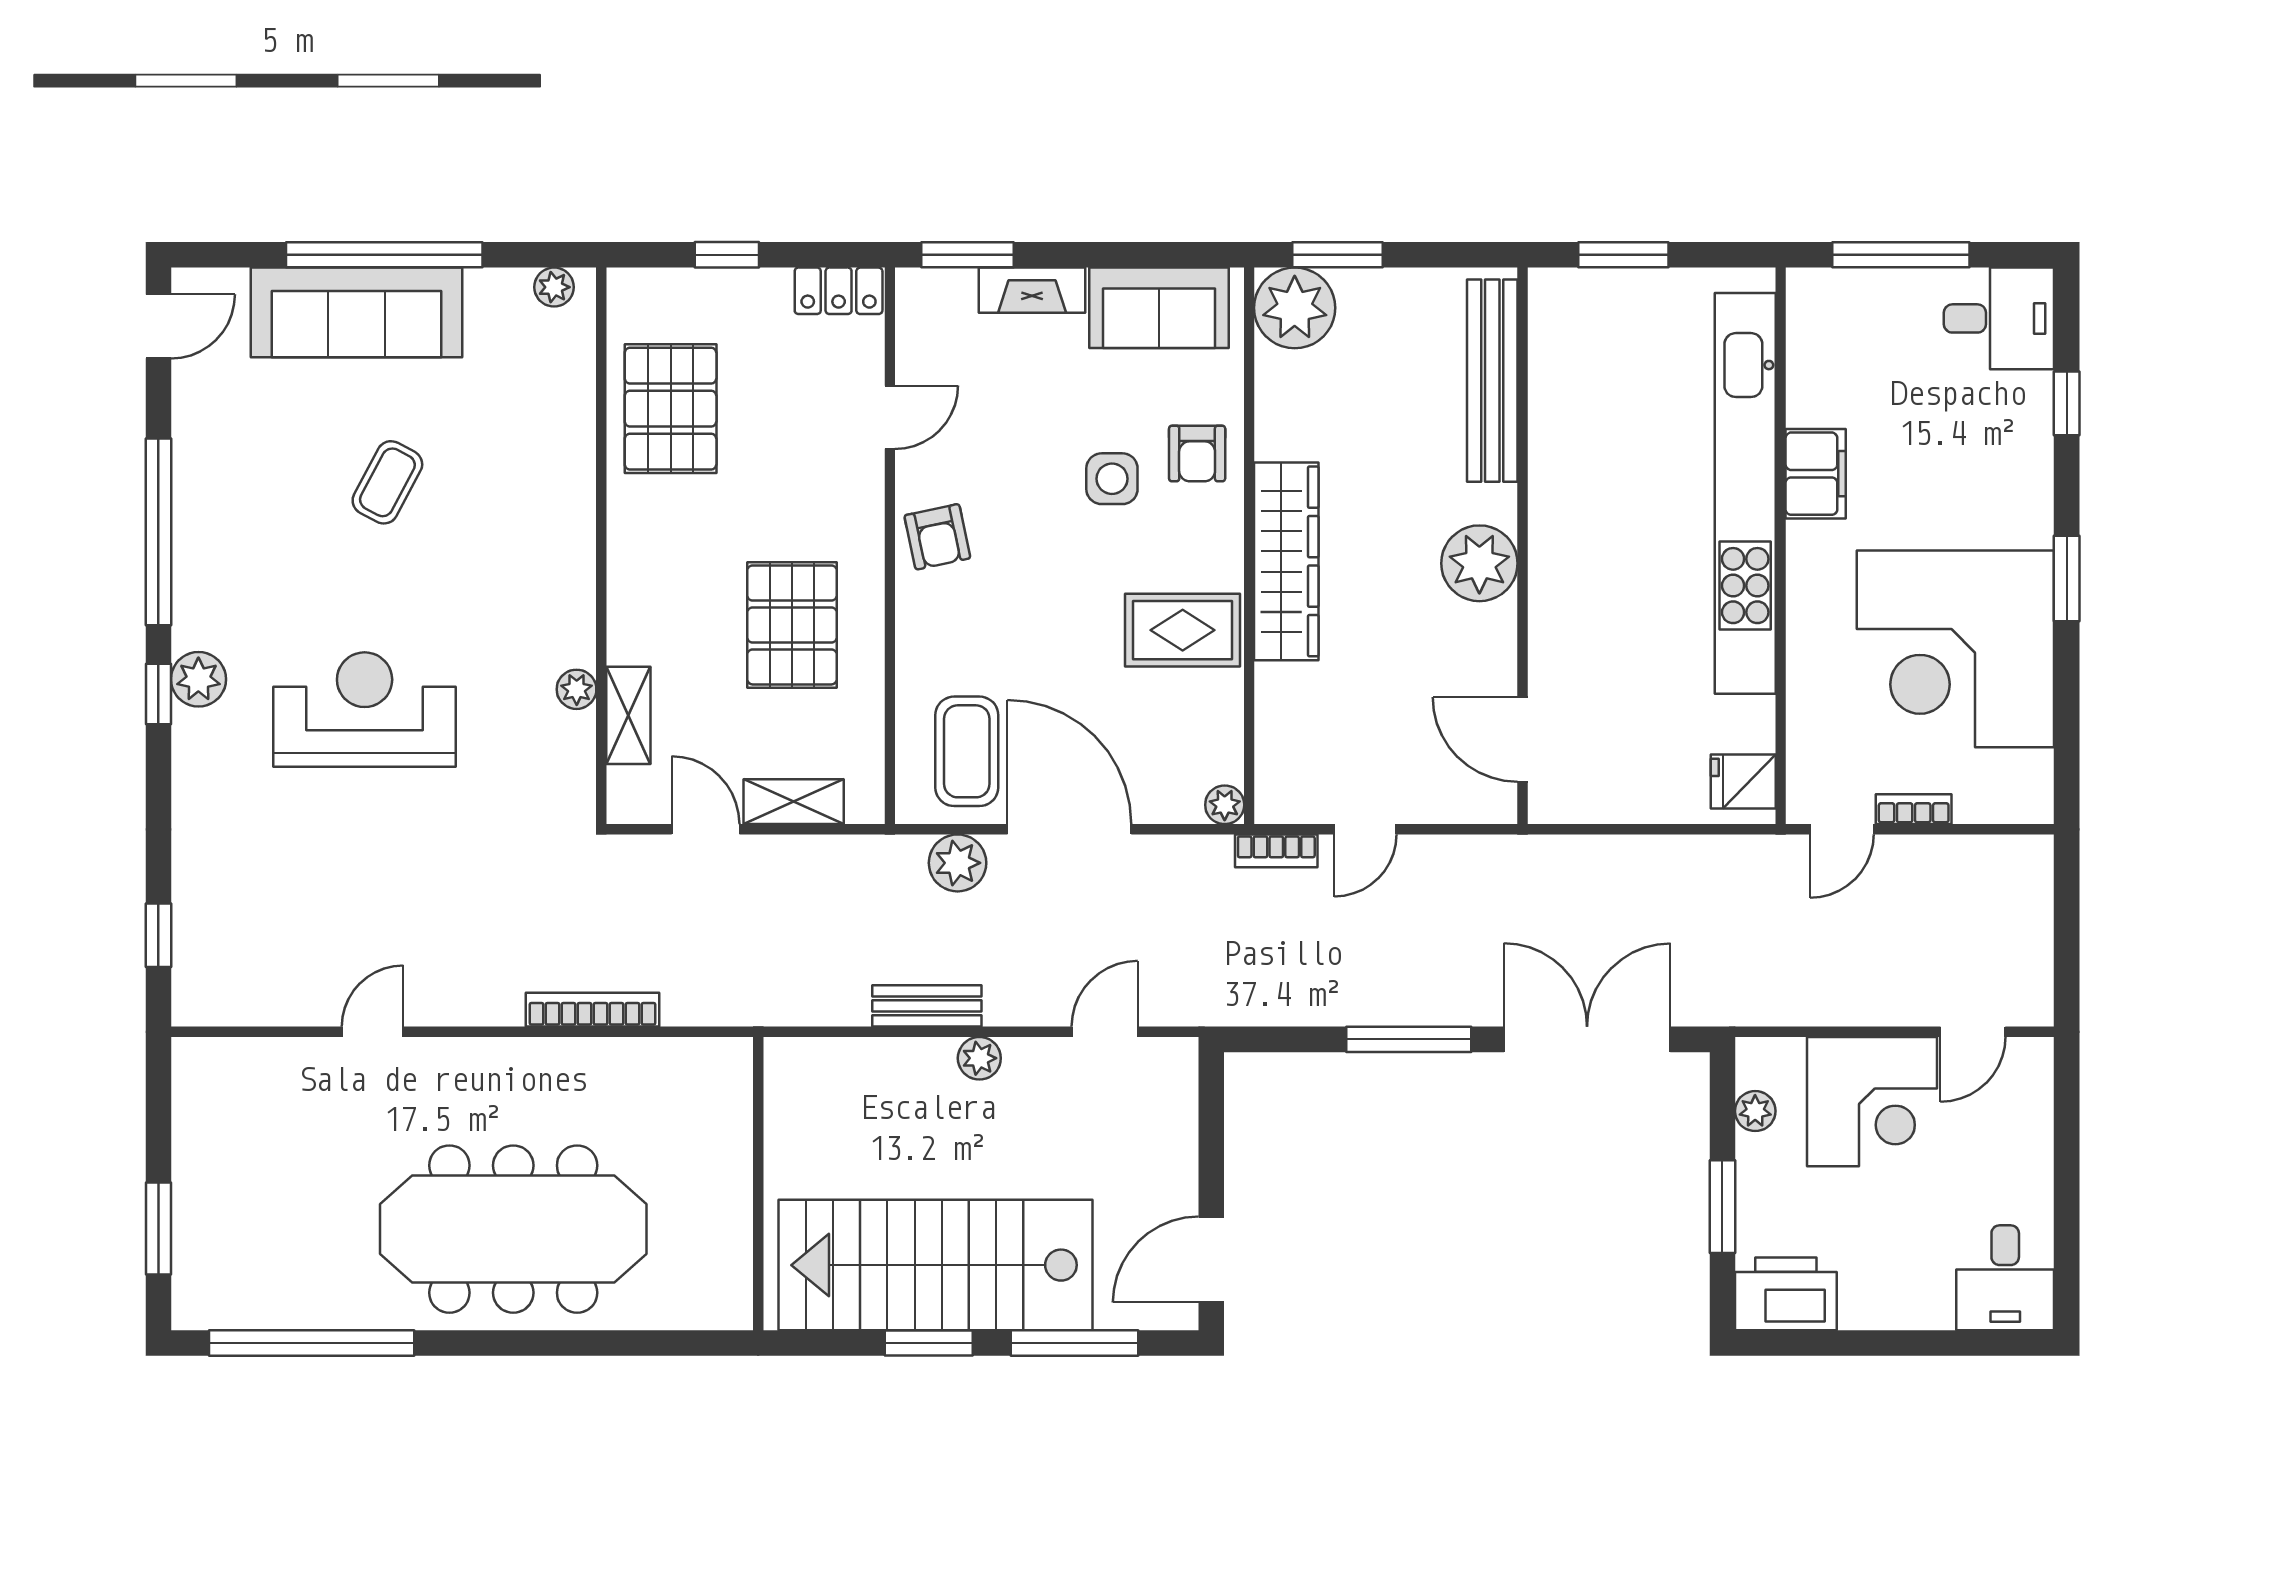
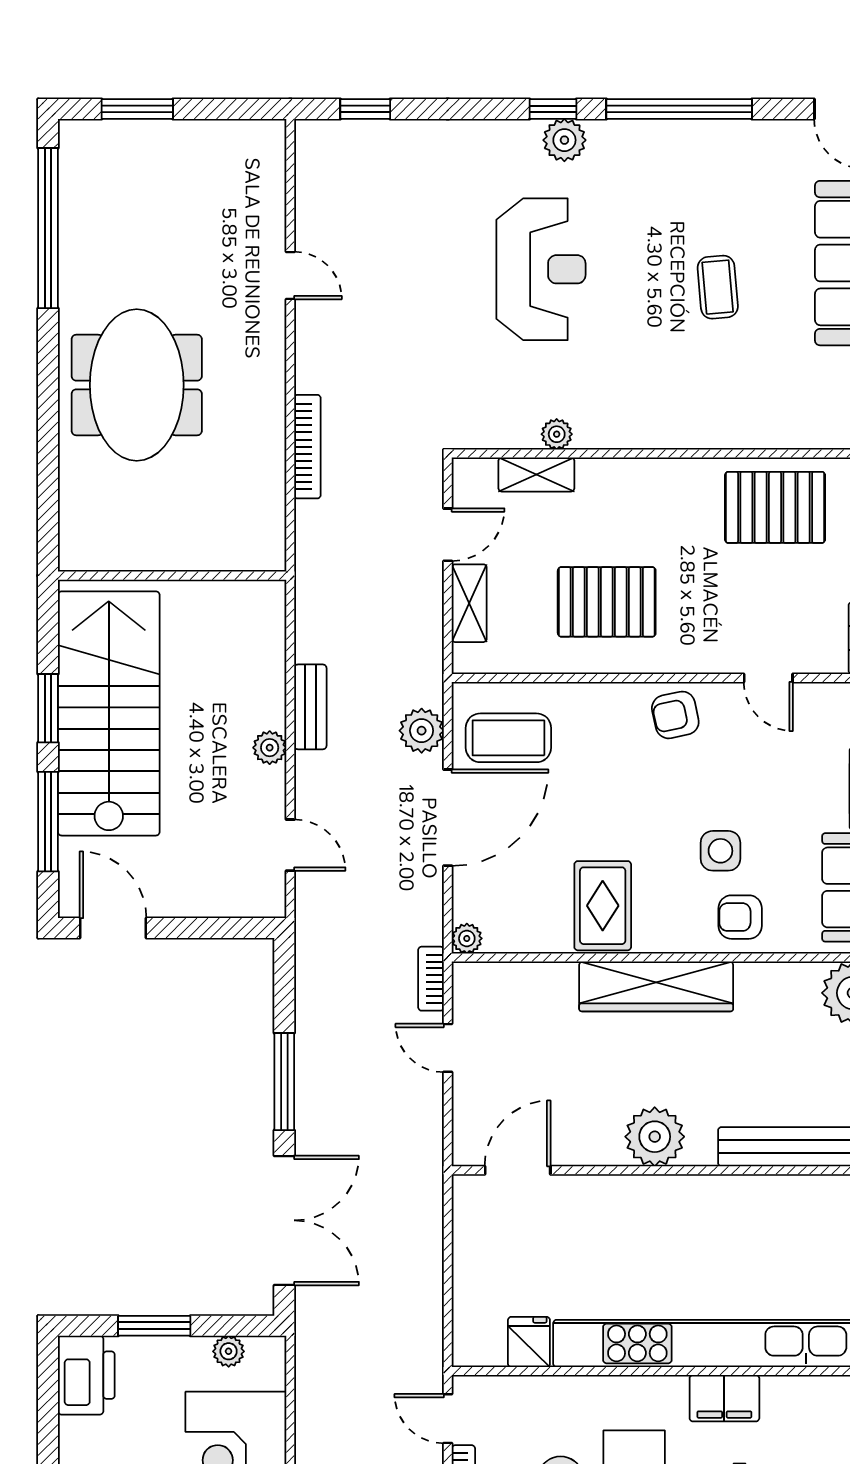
coffee table: (387, 482) -> (718, 287), turned 57
fridge: (1743, 781) -> (529, 1342), moved
meeting table: (513, 1229) -> (137, 385), width x0.73

